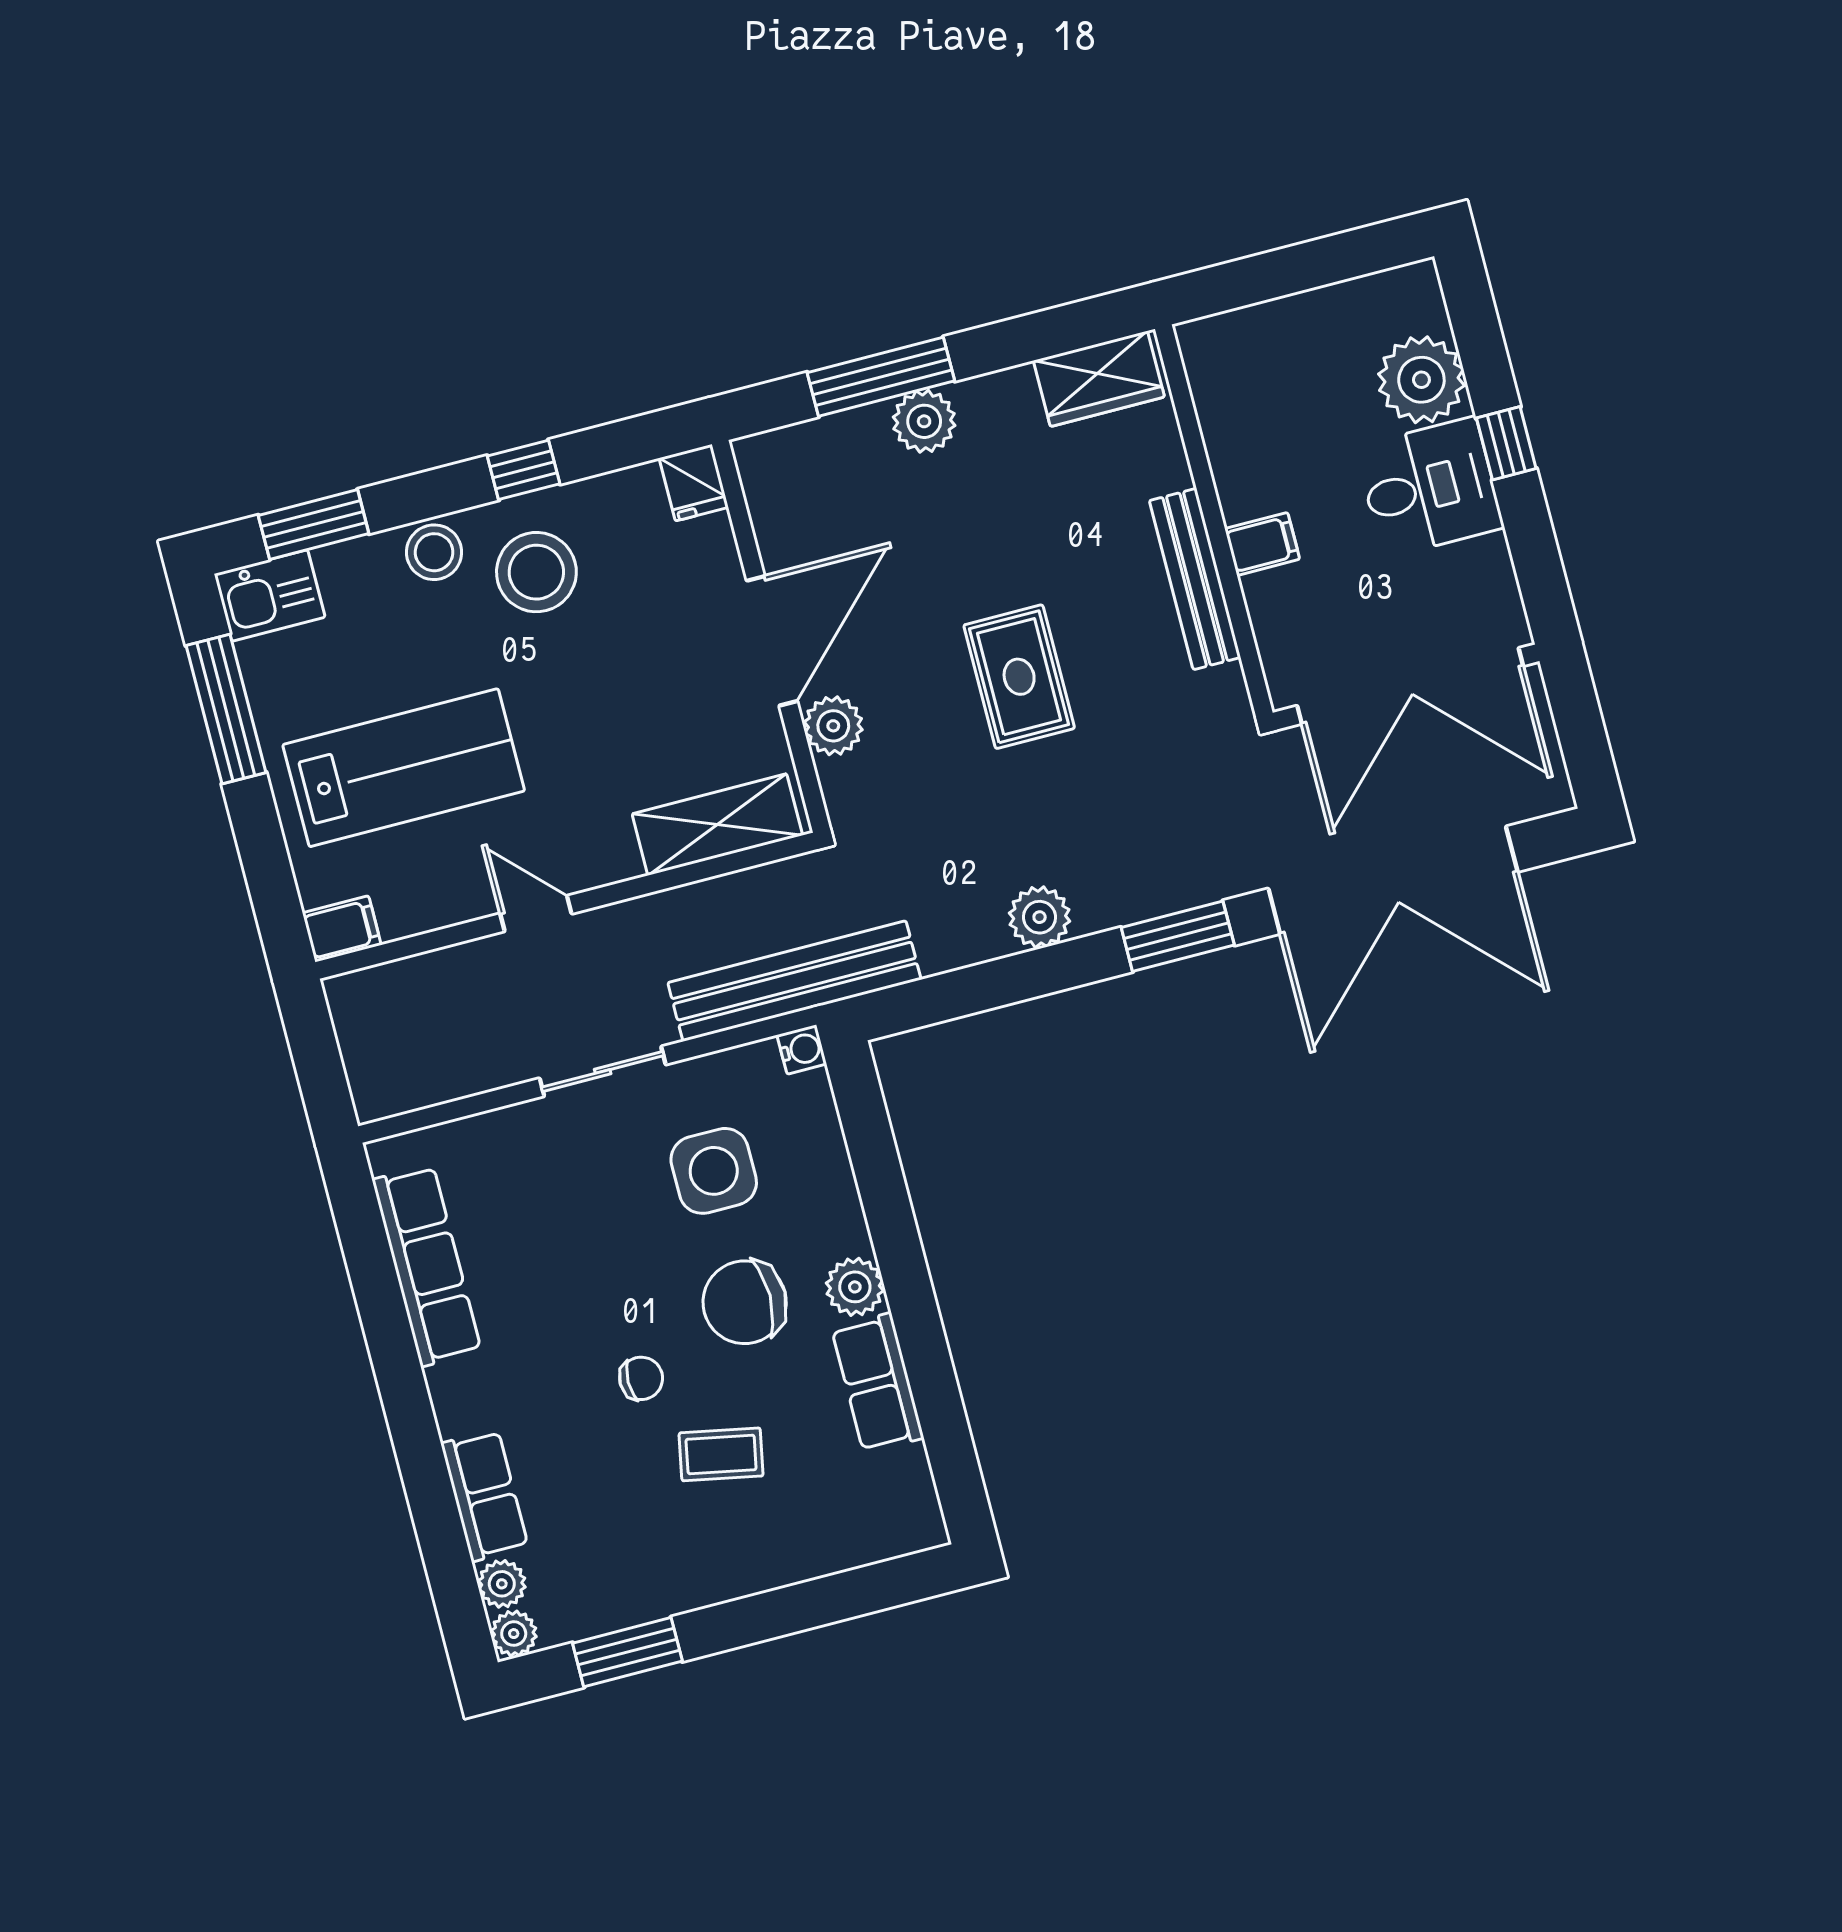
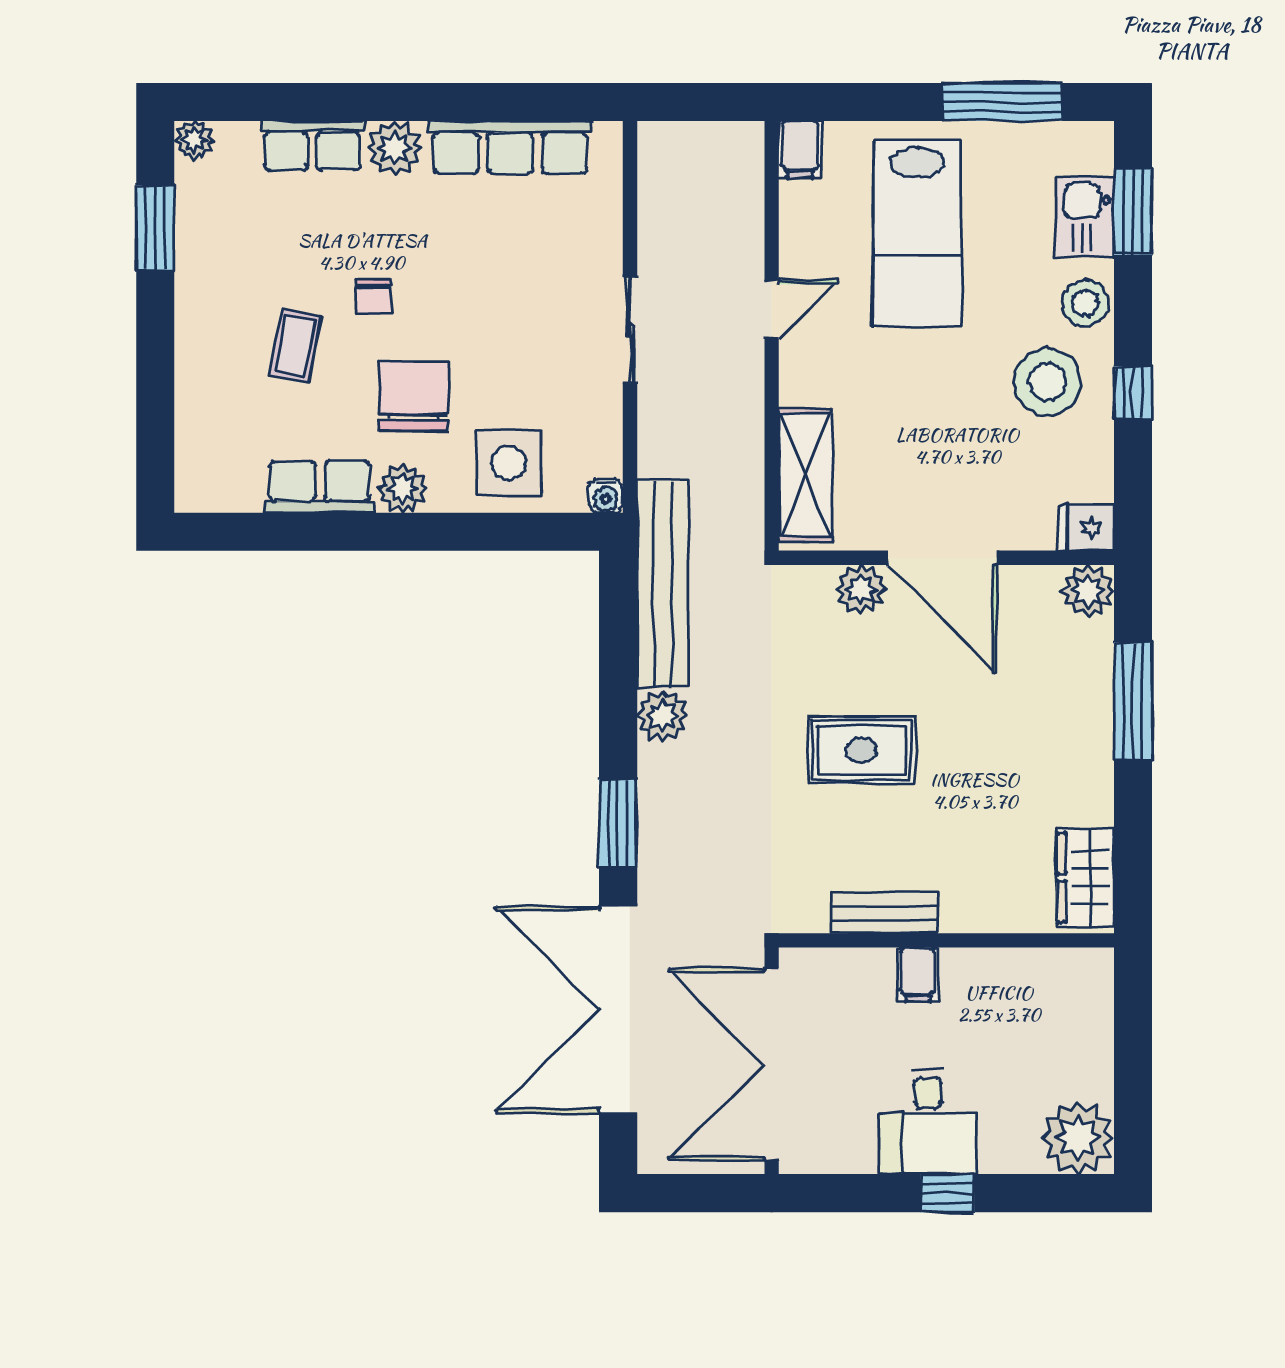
plant: (1421, 380) -> (1078, 1138), moved
plant: (924, 421) -> (1088, 591), moved
bench: (1195, 579) -> (884, 913), width x0.73
kitchen sink: (270, 596) -> (1085, 217), moved
bench: (794, 981) -> (663, 584), moved
side table: (714, 1171) -> (509, 463), moved
plant: (502, 1584) -> (395, 148), moved, width x1.38, depth x1.38

